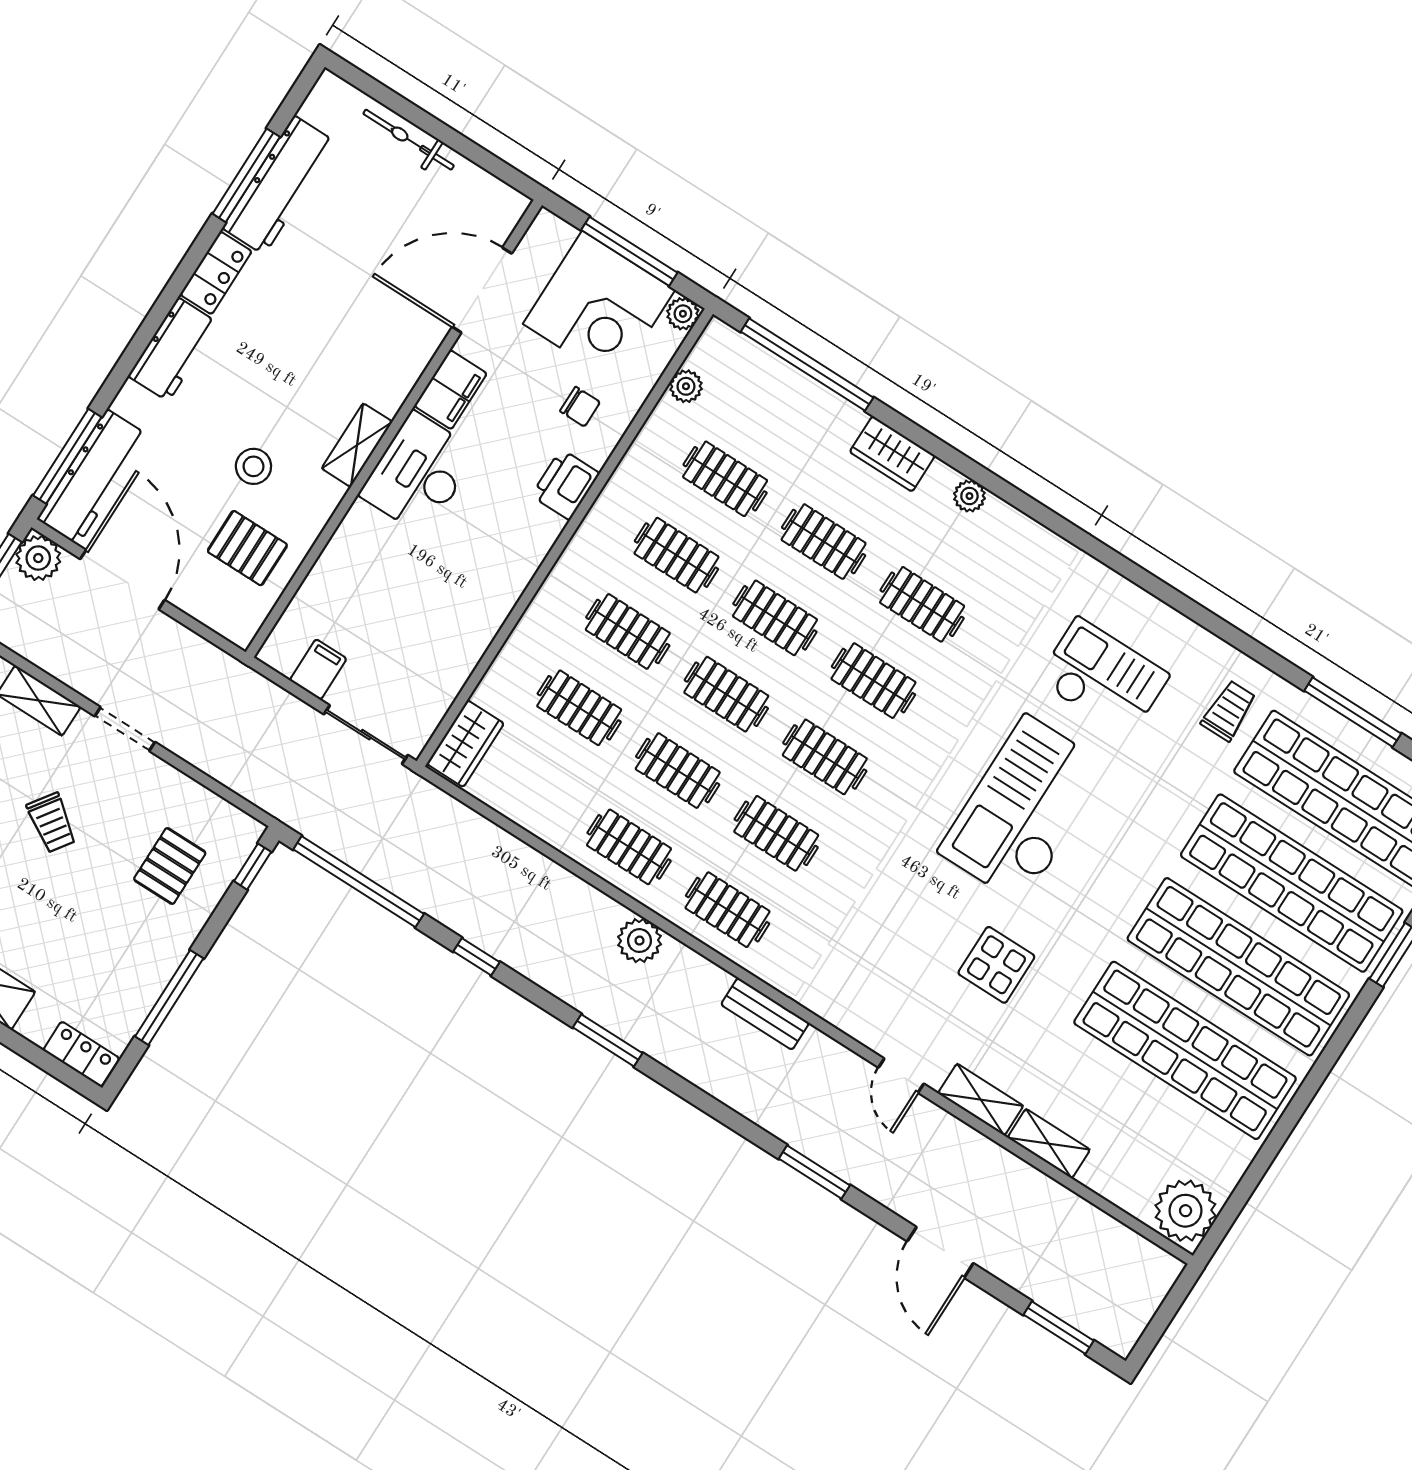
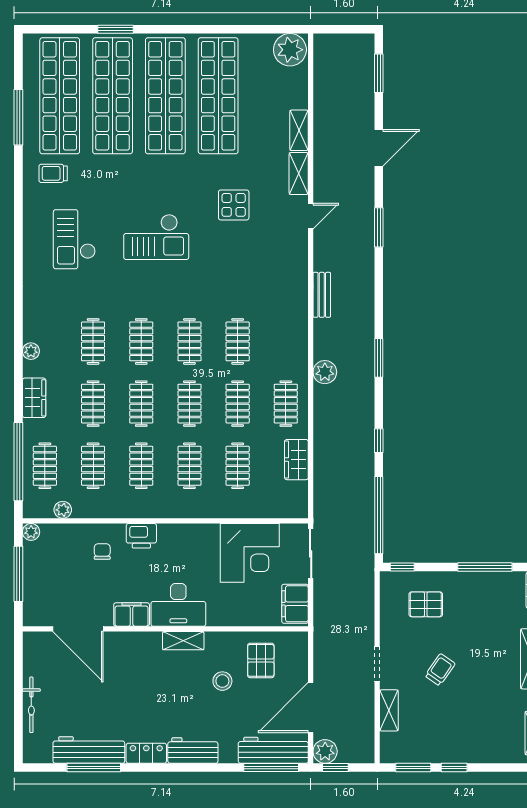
corner desk: (599, 307) -> (250, 553), moved, turned 90
filing cabinet: (318, 669) -> (295, 604), width x2.00
wardrobe: (465, 744) -> (296, 460), moved, turned -90
checkout: (1024, 810) -> (156, 237), width x0.73, depth x0.83
clothes rail: (728, 910) -> (45, 466), moved

